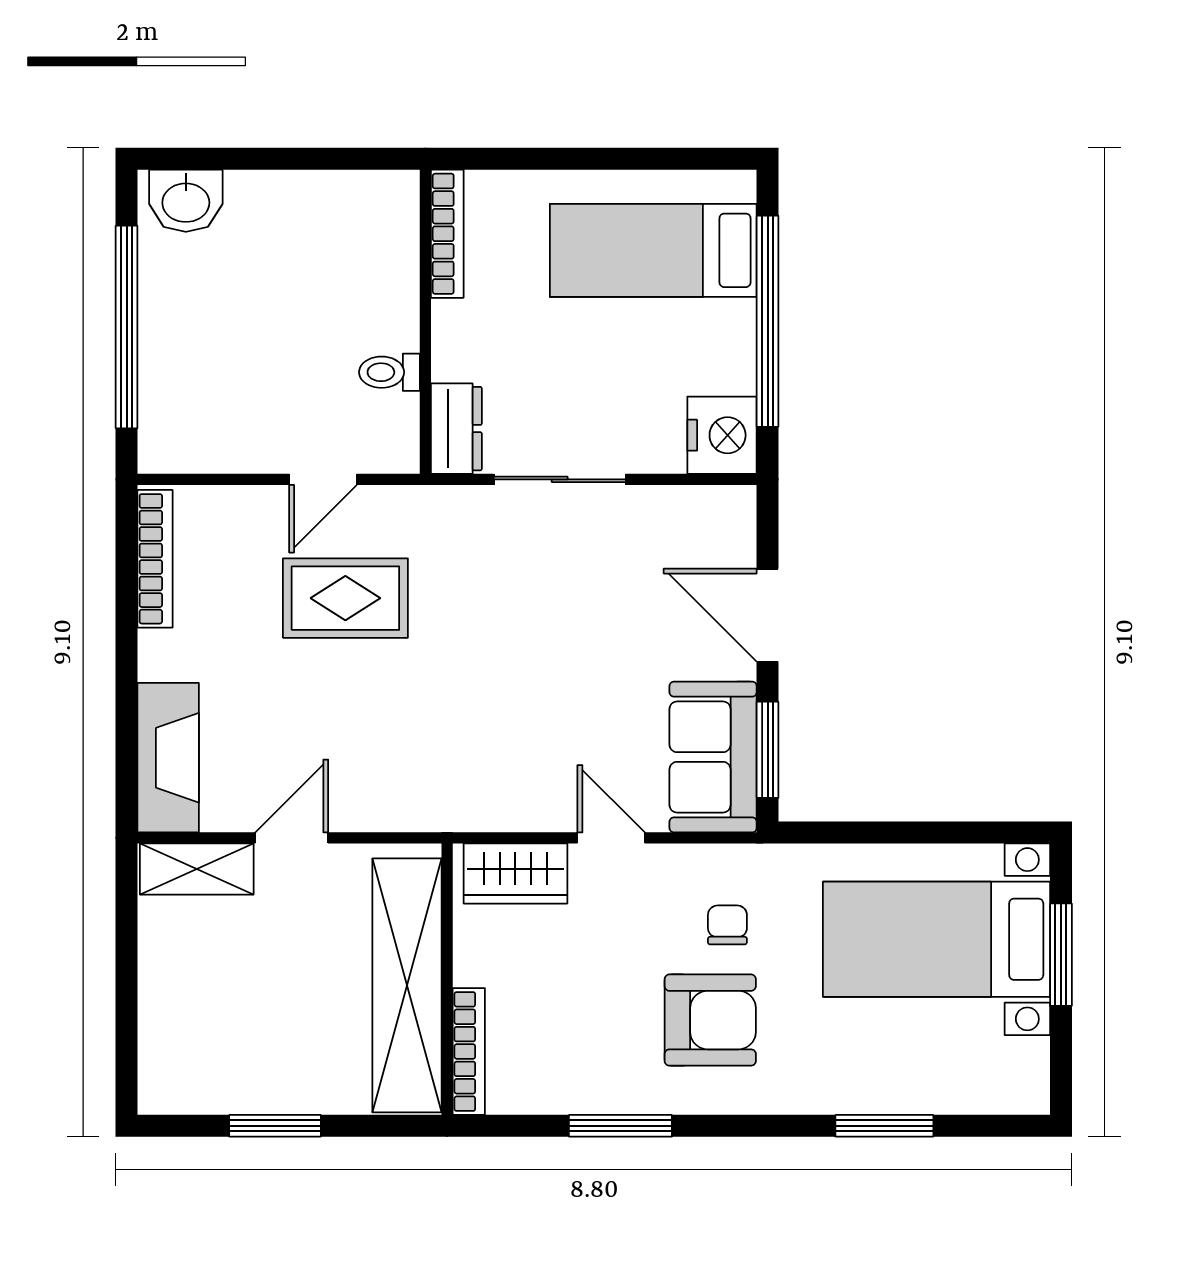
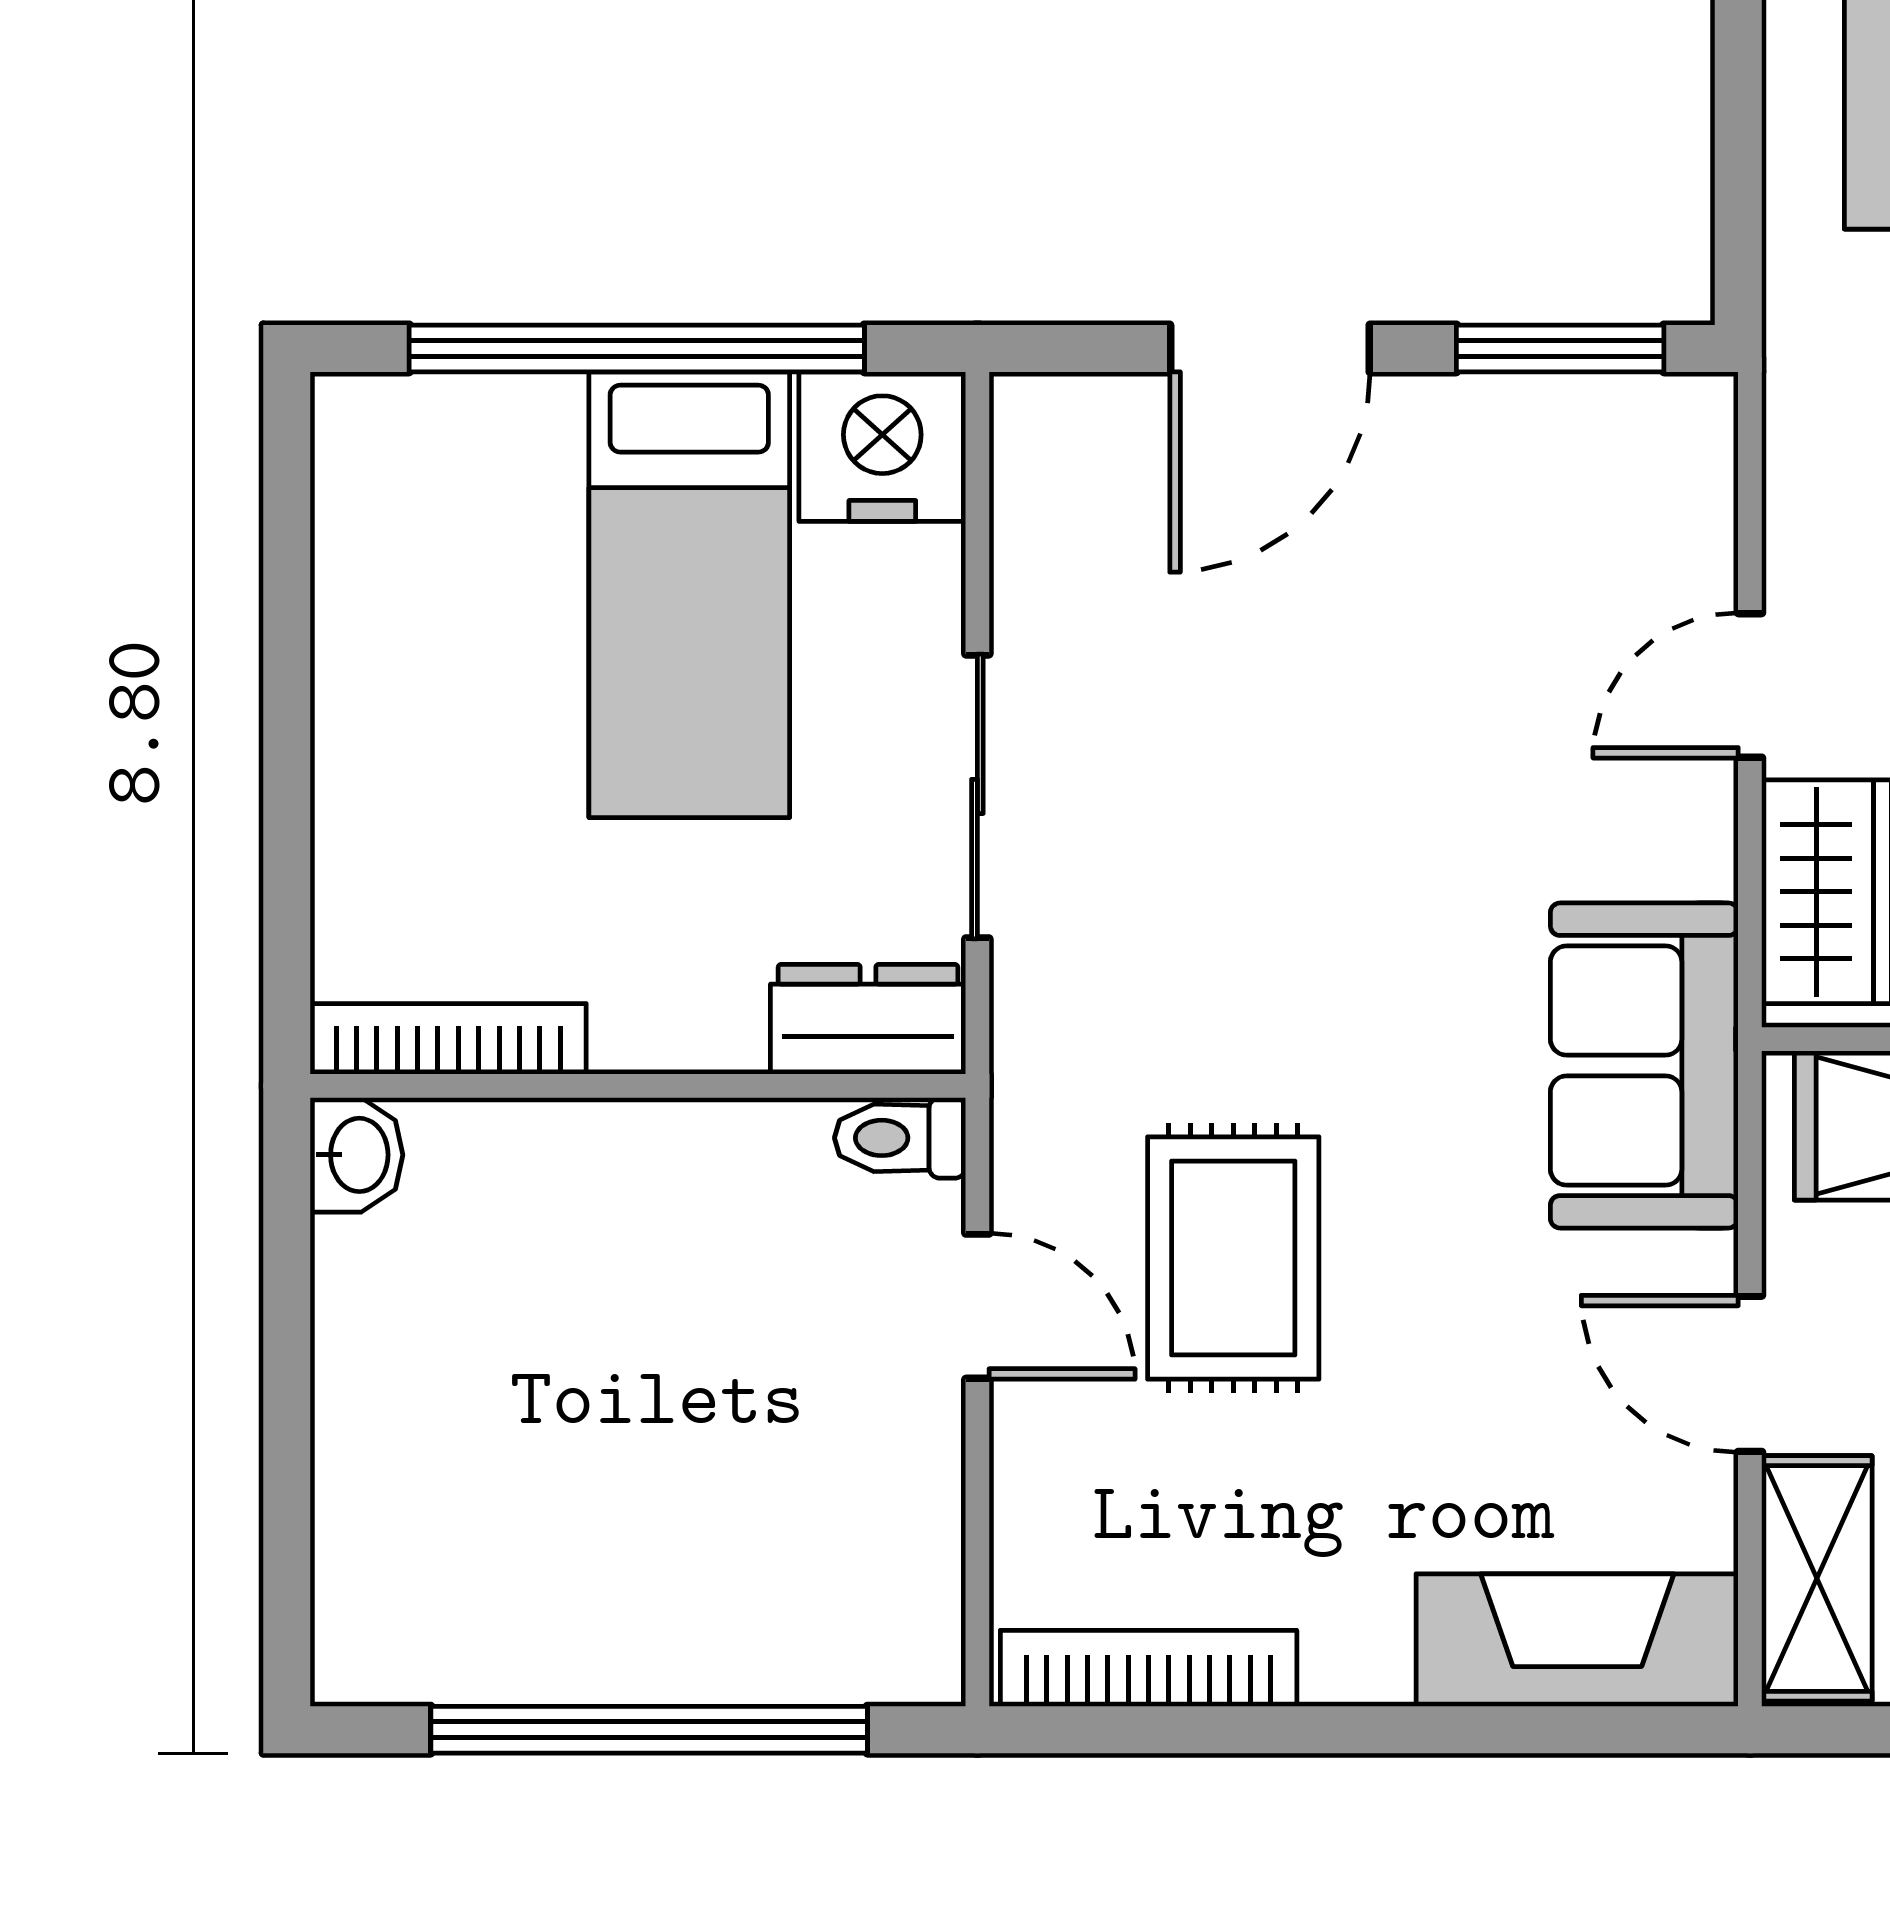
washbasin: (186, 201) -> (357, 1155), moved, width x0.72, depth x0.69
bed: (653, 250) -> (689, 595), moved
toilet: (389, 372) -> (900, 1138), moved, turned 90
sofa: (713, 757) -> (1644, 1066), moved, turned 90

